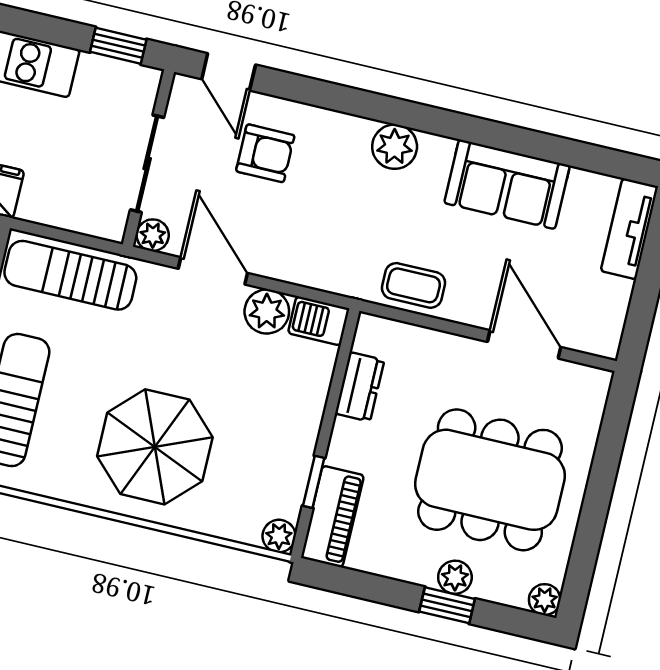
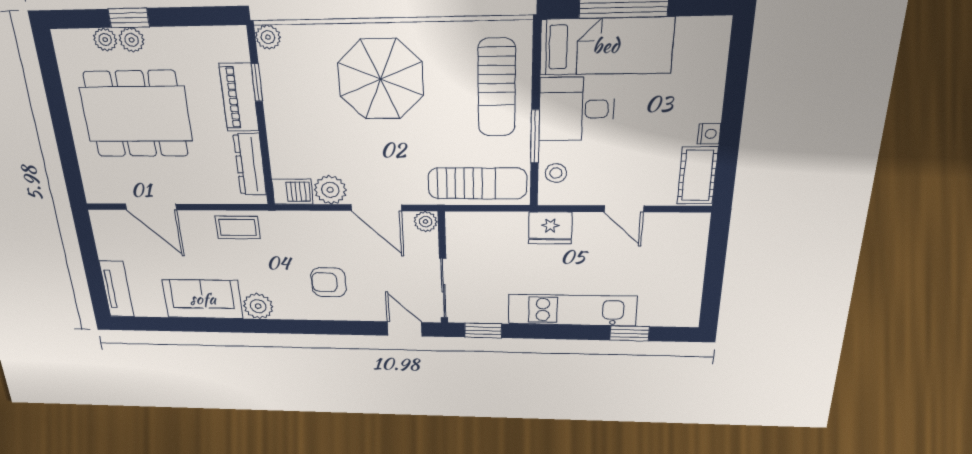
plant: (395, 147) -> (258, 306), moved
armchair: (265, 153) -> (329, 282), moved
sliding door: (147, 164) -> (444, 288), moved
dresser: (360, 387) -> (250, 164), width x1.44
piano: (332, 517) -> (239, 97), moved
plant: (545, 600) -> (105, 40), moved

